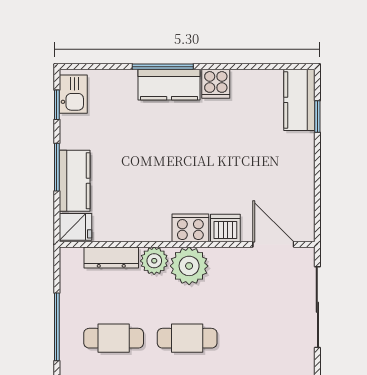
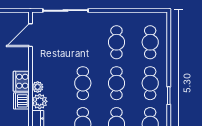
dishwasher: (225, 228) -> (21, 101), moved
plant: (189, 266) -> (38, 87), width x0.53, depth x0.53

